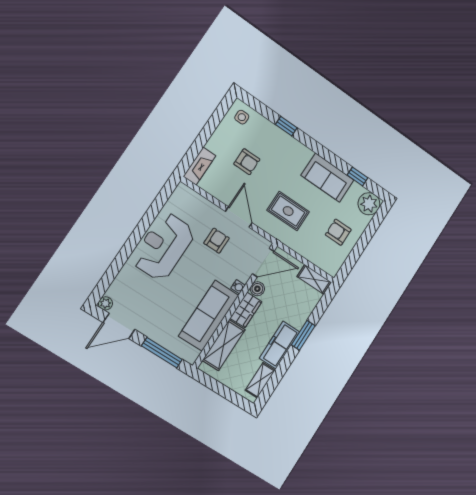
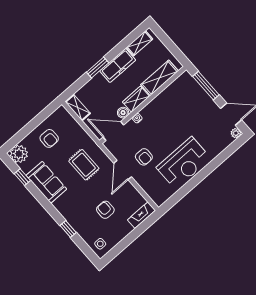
armchair: (217, 241) -> (144, 157), turned -90
sofa: (209, 316) -> (165, 103), removed

